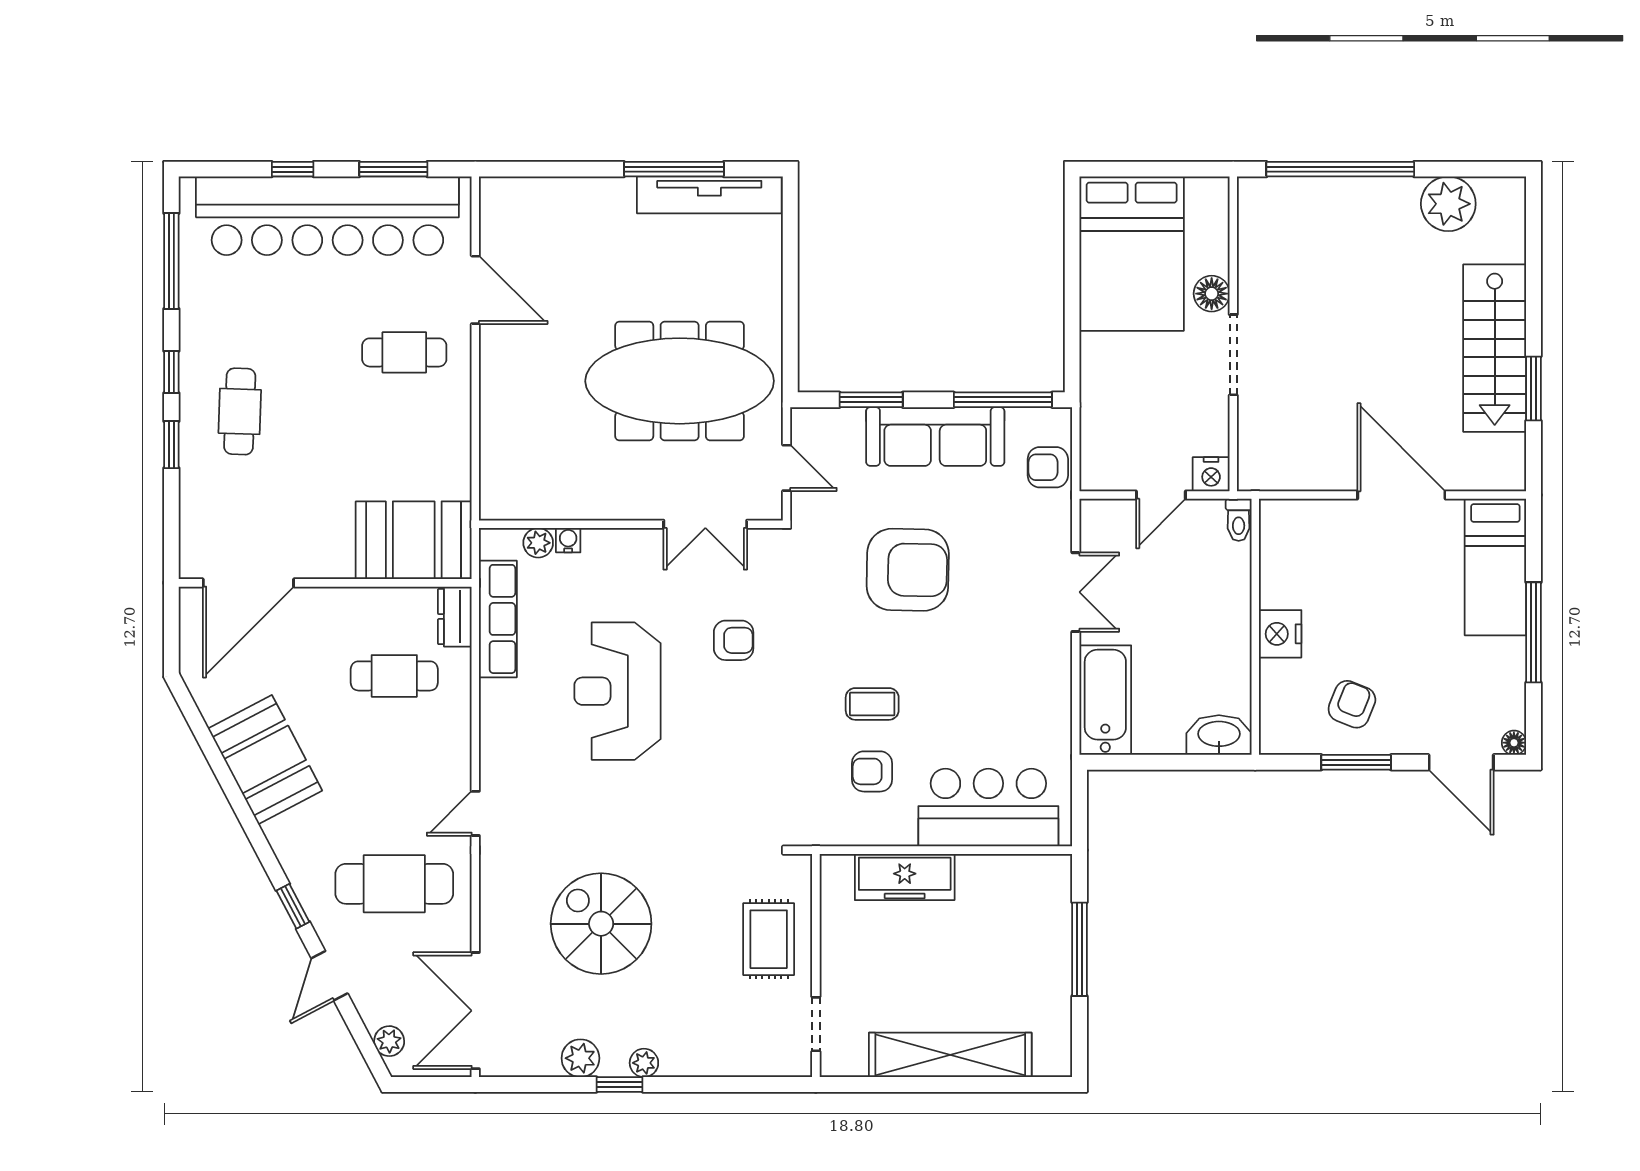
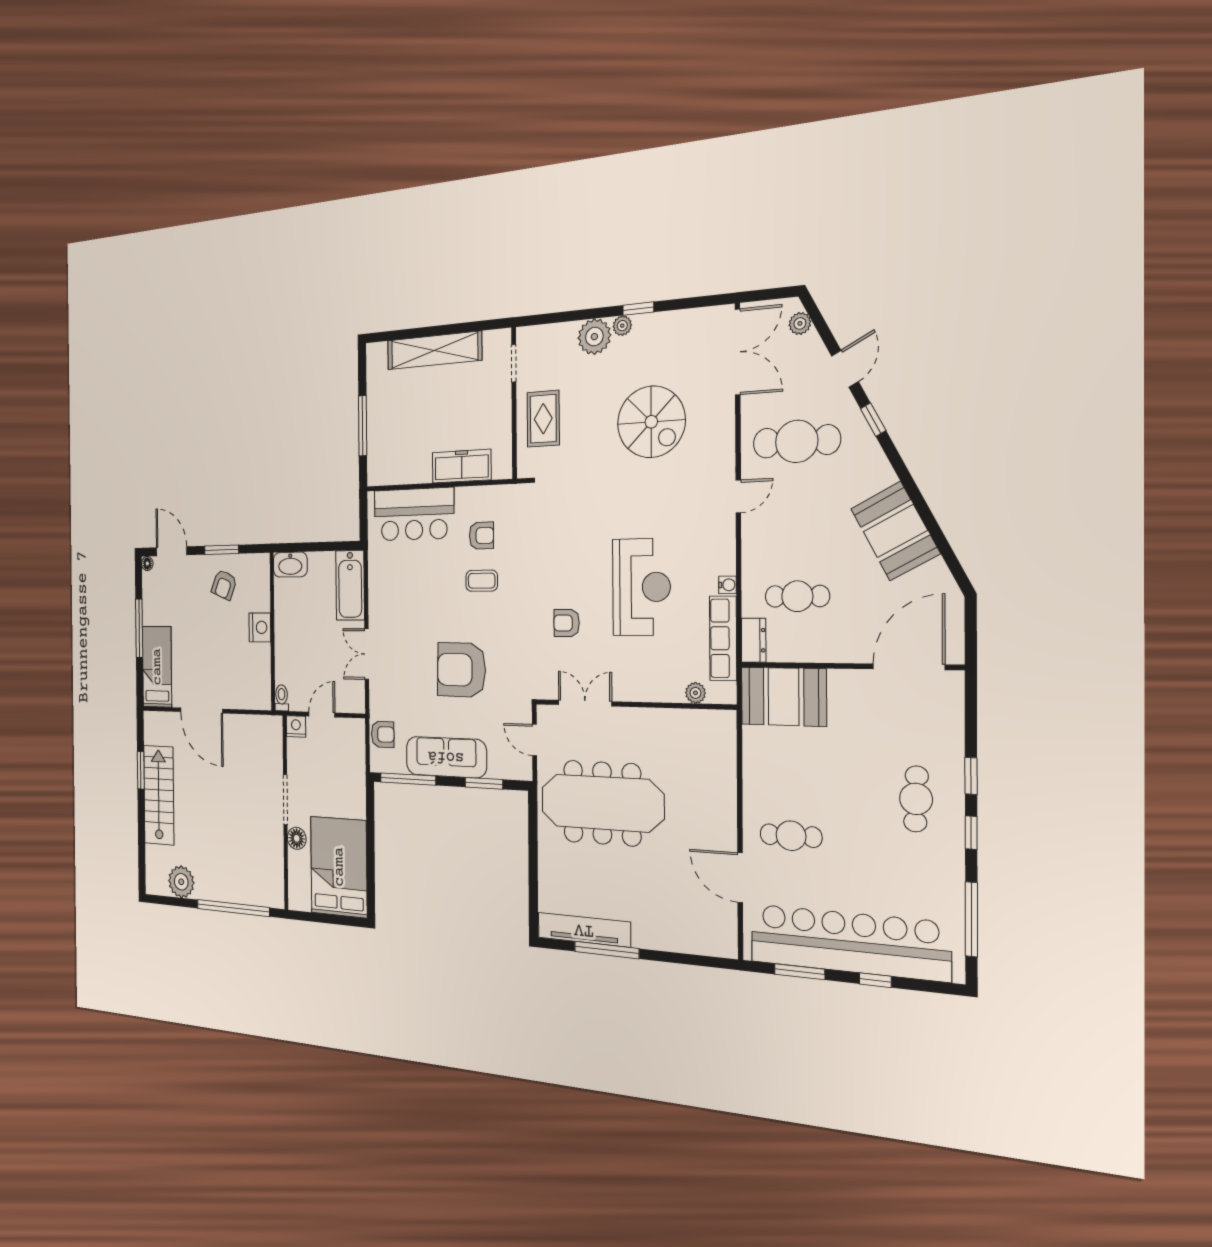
water cooler: (568, 540) -> (728, 585), moved, turned -90
plant: (580, 1058) -> (594, 337), moved, width x1.36, depth x1.36

